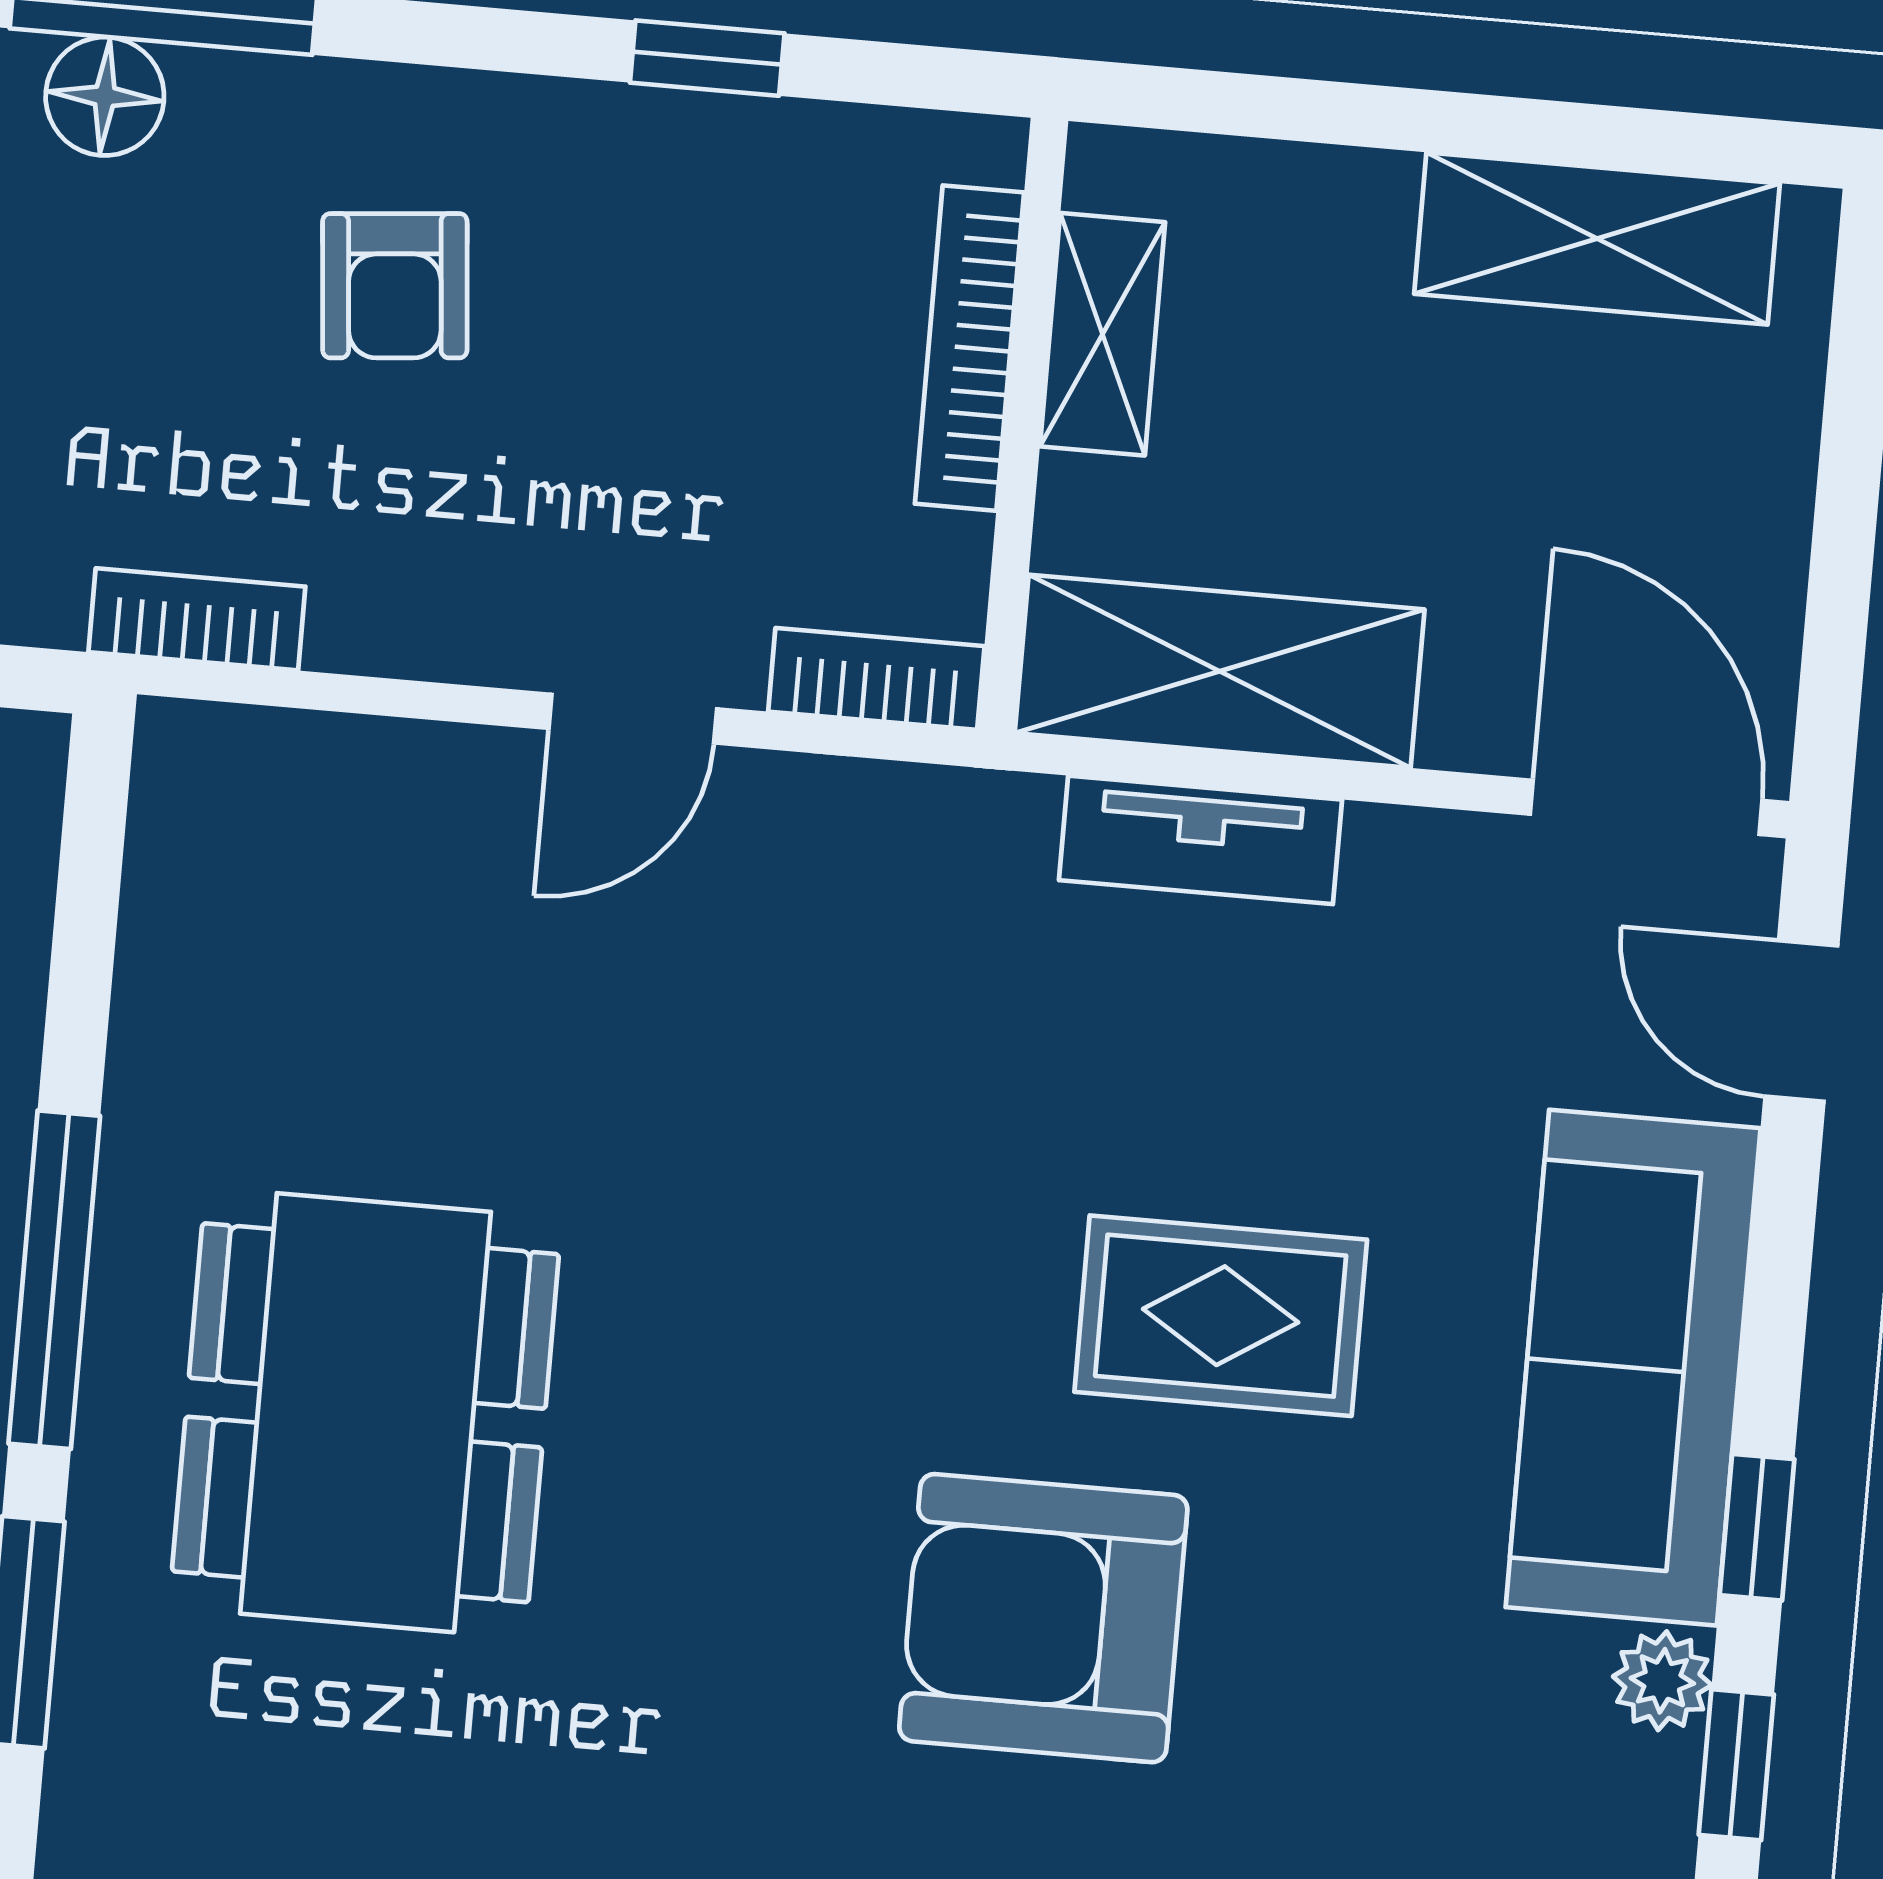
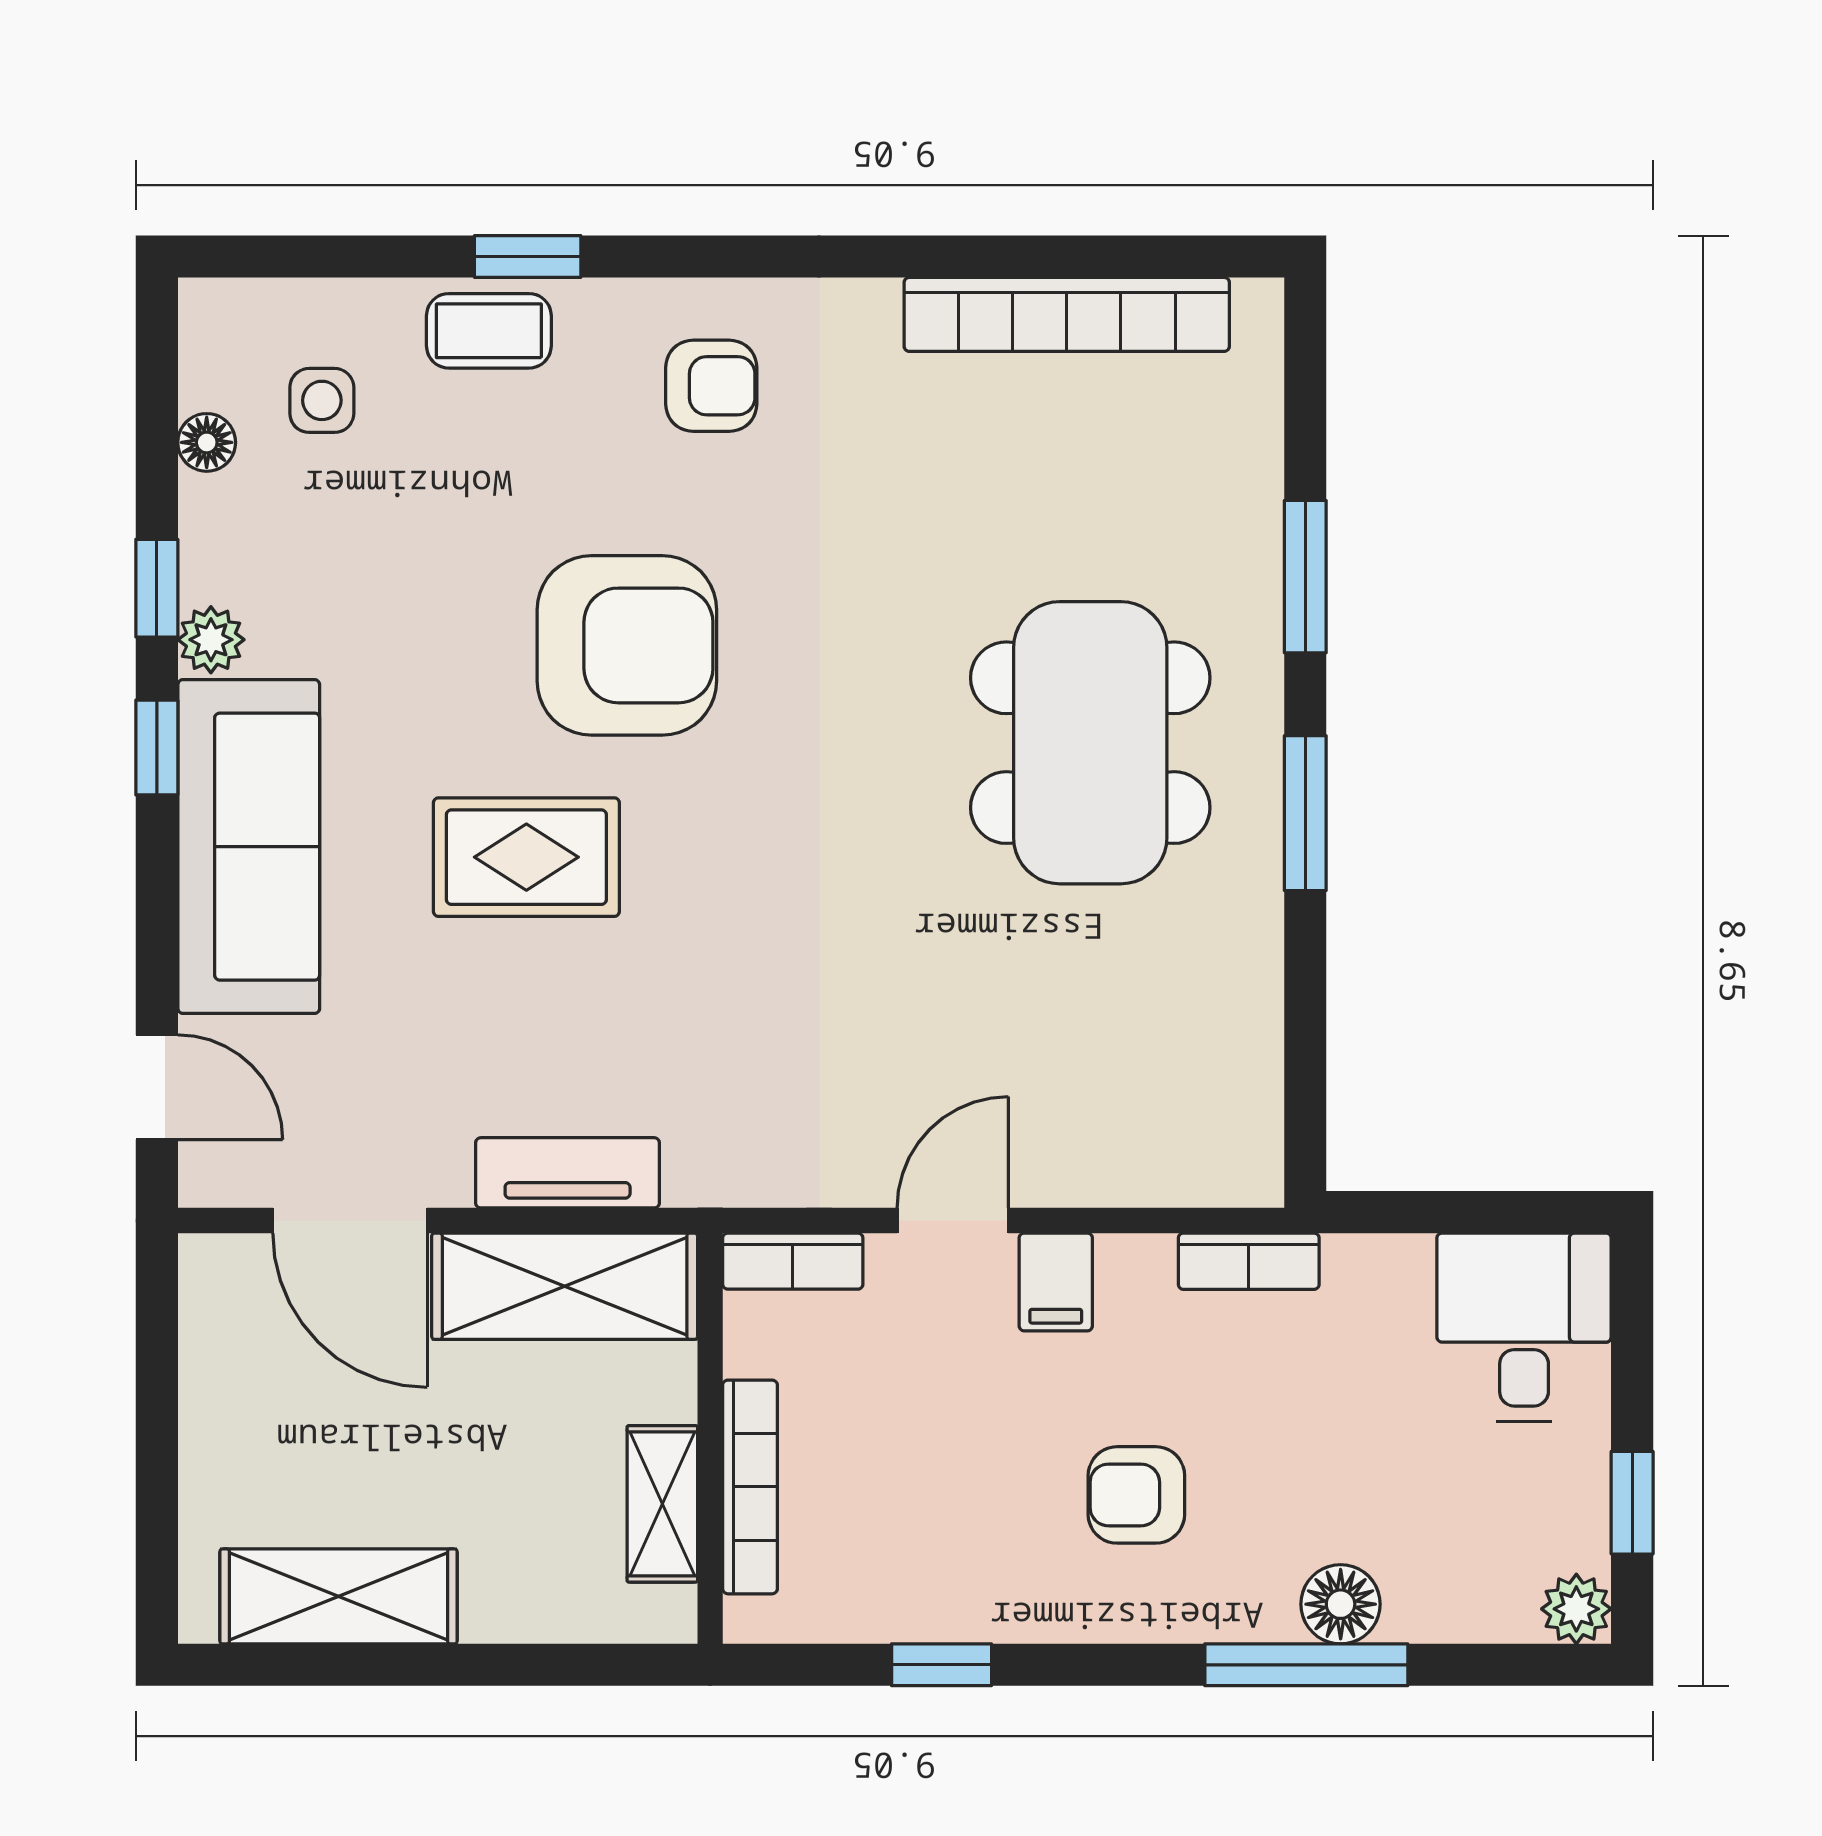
armchair: (395, 286) -> (1136, 1495), turned -85
filing cabinet: (487, 614) -> (1056, 1282), added
door: (1646, 807) -> (350, 1220), moved
window: (54, 1280) -> (1305, 813), width x0.69

